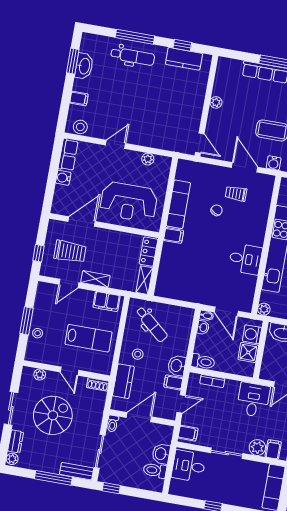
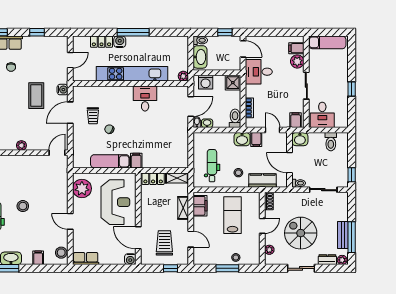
stool: (144, 91) -> (23, 206), added
plant: (148, 159) -> (82, 188), width x1.88, depth x1.88
water cooler: (63, 178) -> (130, 259), moved
shelving: (95, 279) -> (183, 208), moved
dental chair: (152, 324) -> (212, 166), turned -40
shower: (248, 352) -> (233, 83), moved
washbasin: (161, 454) -> (300, 139), moved
bench: (77, 471) -> (343, 235), moved
window: (53, 478) -> (352, 237), moved

